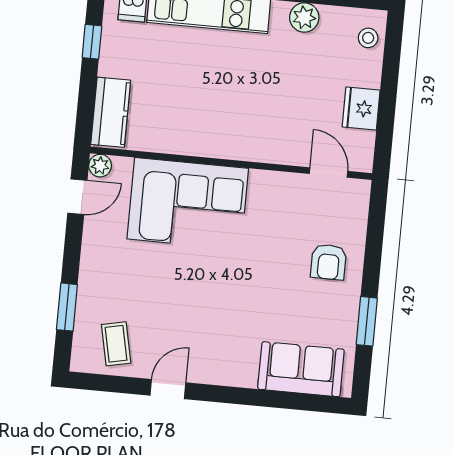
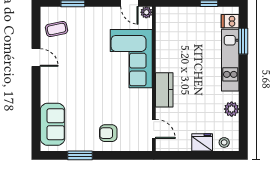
fridge: (361, 109) -> (202, 142), moved
kitchen counter: (111, 112) -> (164, 90), moved, turned -90
door: (328, 172) -> (154, 129), hinge flipped

